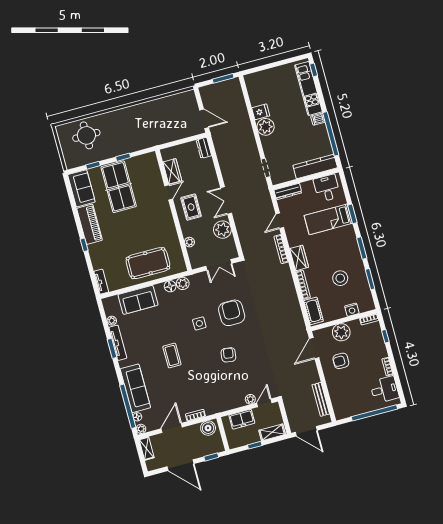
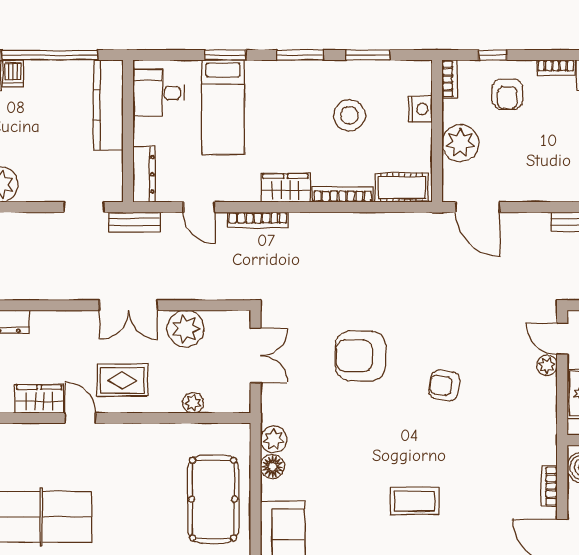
bench: (265, 193) -> (134, 222), added
side table: (199, 323) -> (364, 428), removed
armchair: (341, 361) -> (507, 94), moved

